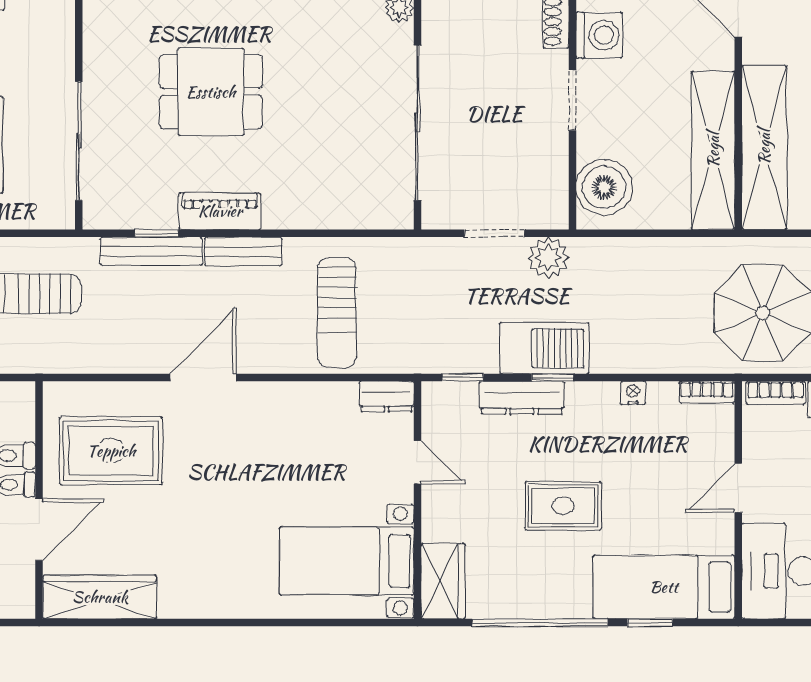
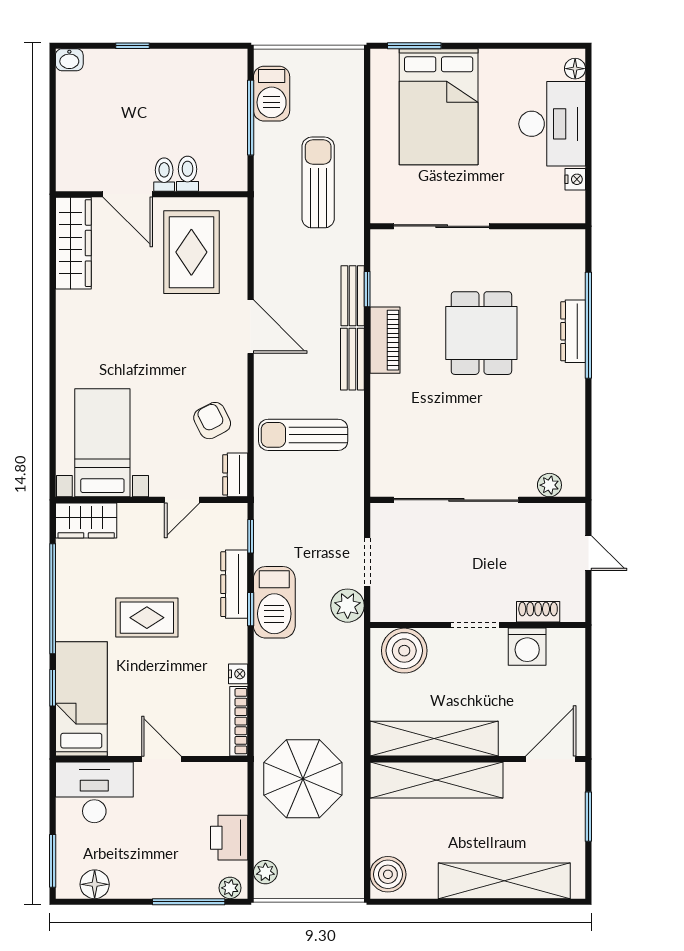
bench: (151, 251) -> (353, 296), width x0.73
bookcase: (707, 392) -> (239, 721), width x1.56
bookcase: (776, 393) -> (238, 789), removed
armchair: (319, 425) -> (212, 421), added
rug: (563, 506) -> (147, 618), turned 90

